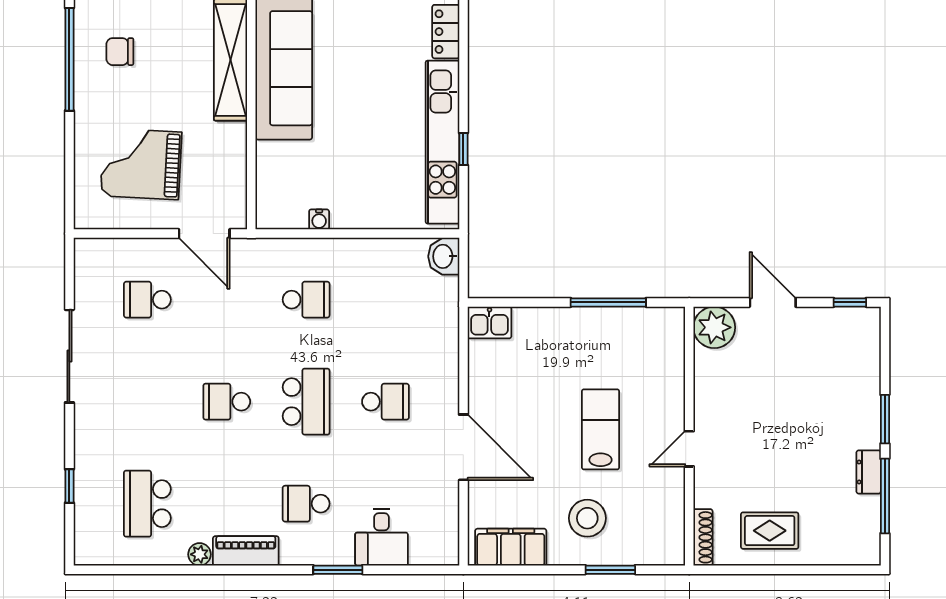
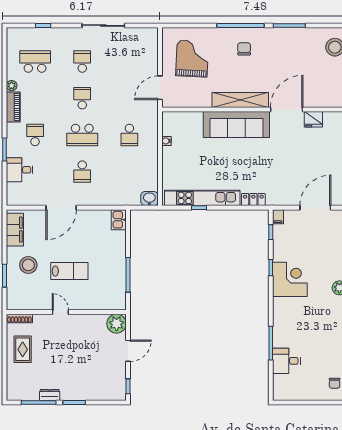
school desk: (147, 300) -> (82, 62), moved

